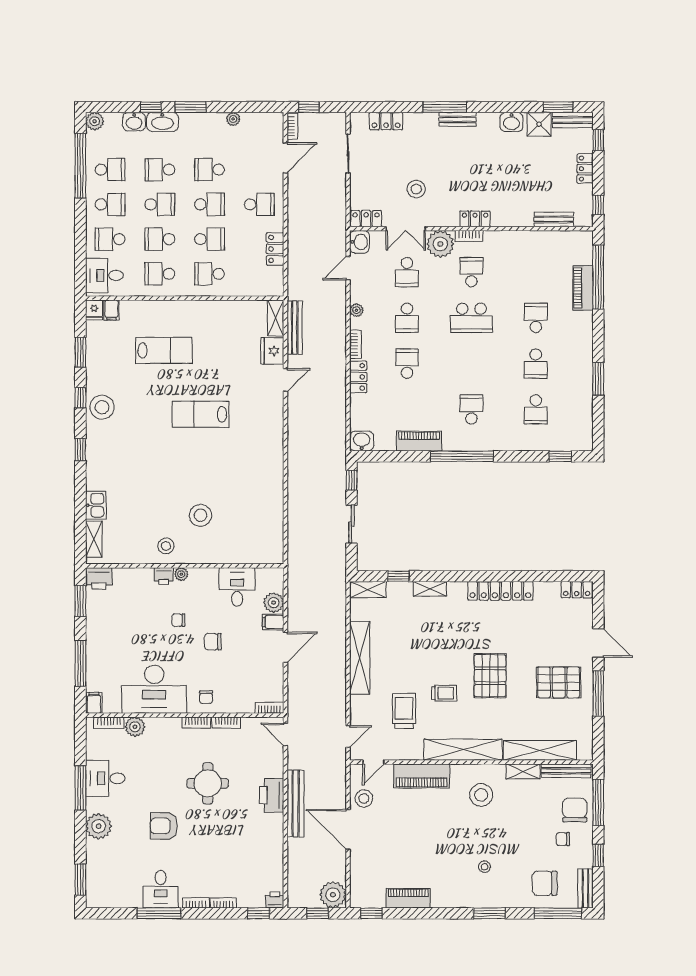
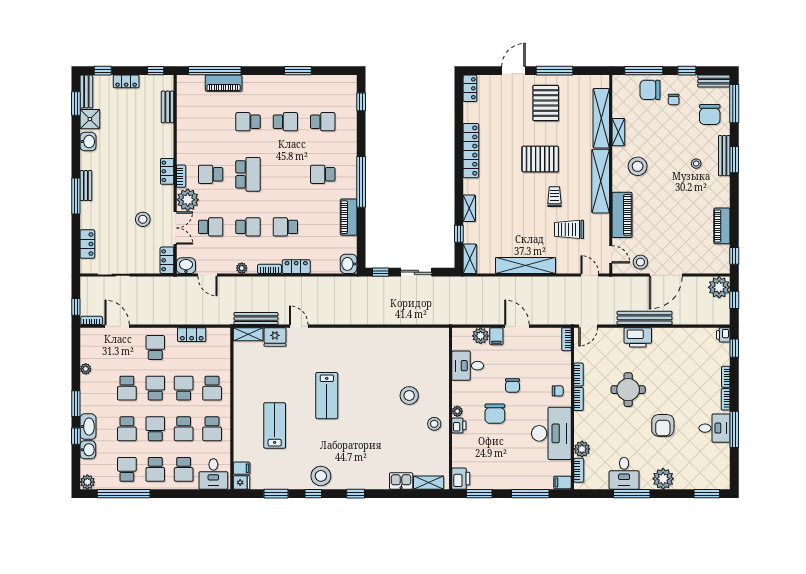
school desk: (110, 204) -> (155, 469), turned 180
chair: (178, 620) -> (495, 414), width x1.87, depth x1.87
bench: (566, 771) -> (724, 156), moved

